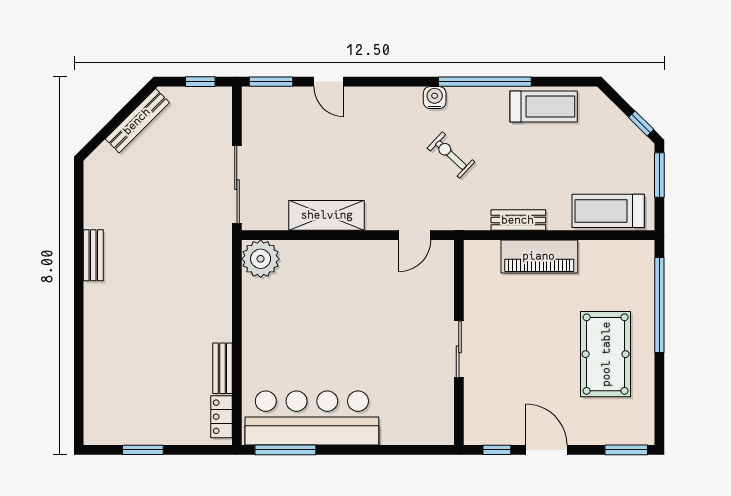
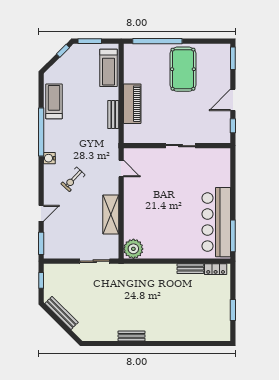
exercise bike: (451, 155) -> (73, 179), moved
sliding door: (237, 185) -> (95, 261), width x0.73
pool table: (606, 354) -> (183, 69), turned 90

